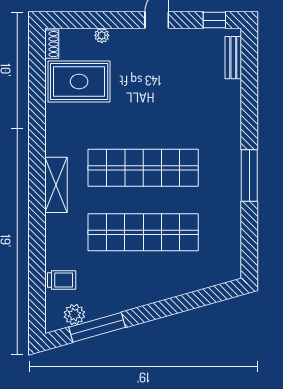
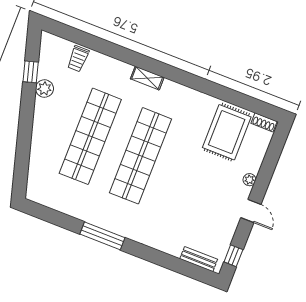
plant: (102, 35) -> (249, 180), moved
shelving: (56, 185) -> (147, 78), width x0.67, depth x0.75
plant: (74, 315) -> (44, 89), moved
window: (97, 327) -> (31, 72), width x0.46

